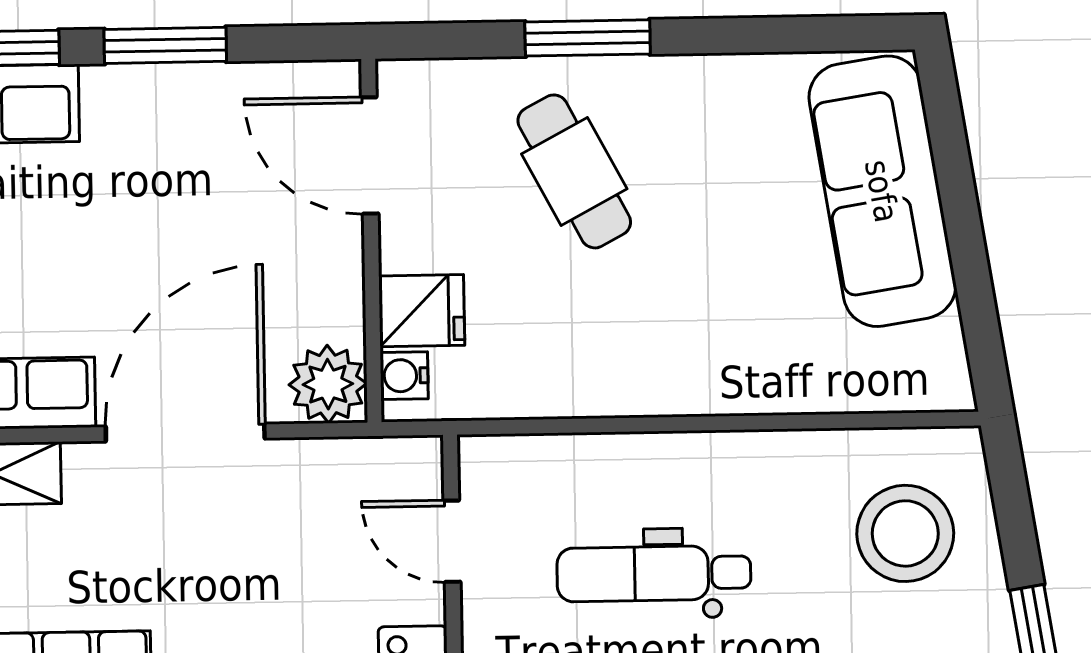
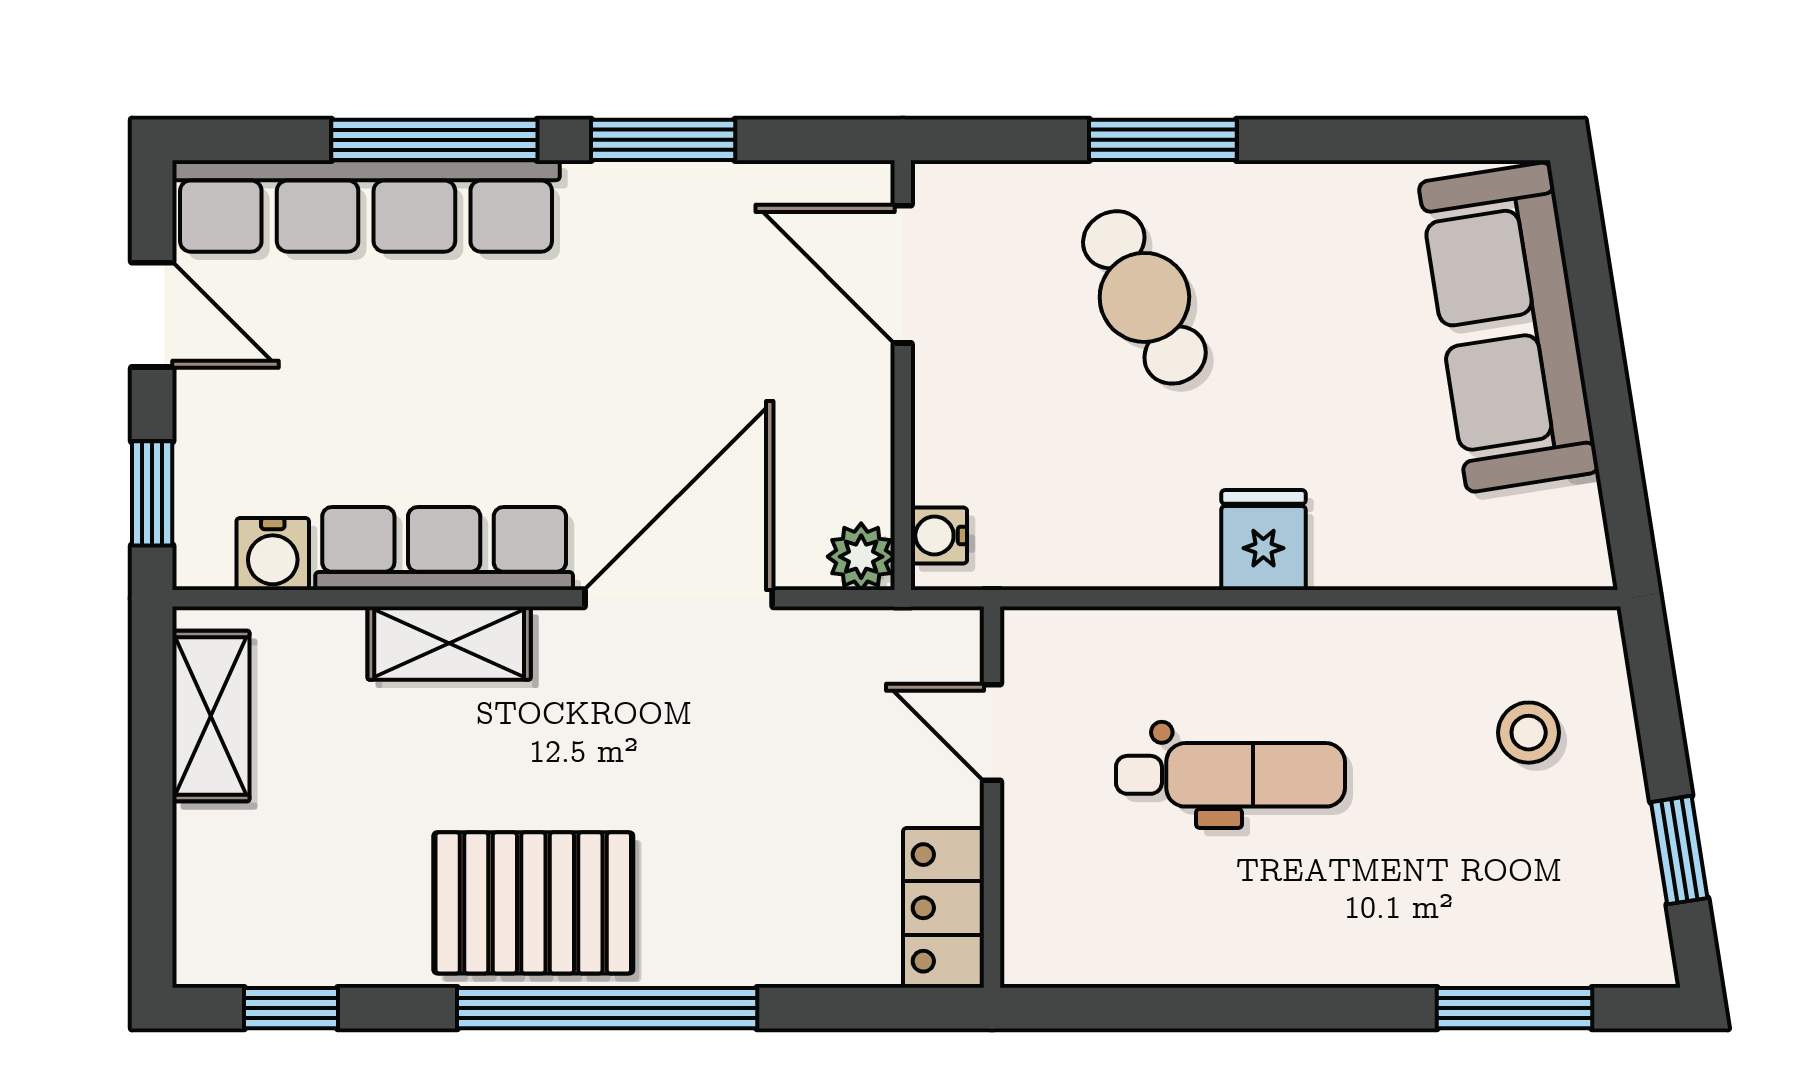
fridge: (422, 311) -> (1263, 540), moved, turned -90
plant: (328, 384) -> (861, 557), width x0.73, depth x0.73
stool: (905, 533) -> (1529, 733), width x0.53, depth x0.53
dental chair: (654, 574) -> (1230, 775), turned 180

